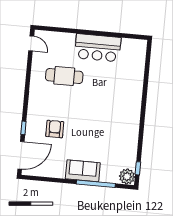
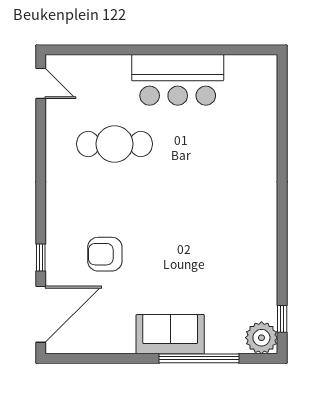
armchair: (55, 129) -> (105, 254), turned -90

